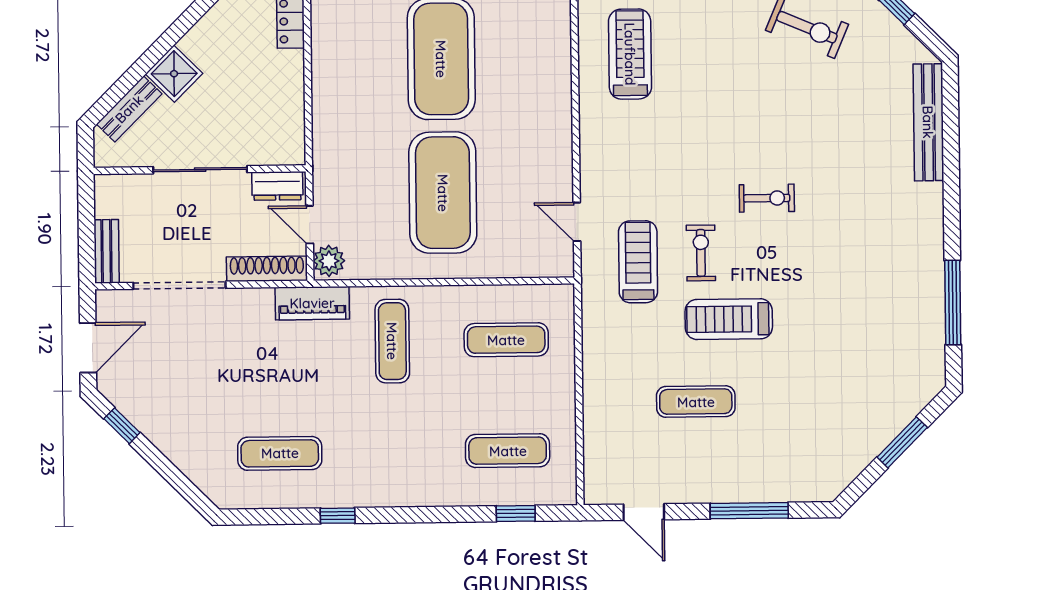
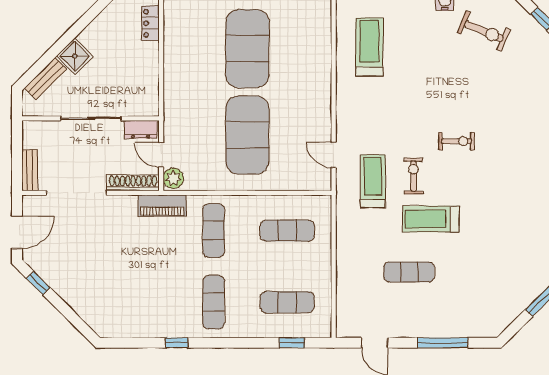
exercise mat: (280, 453) -> (214, 302), moved, turned 90

